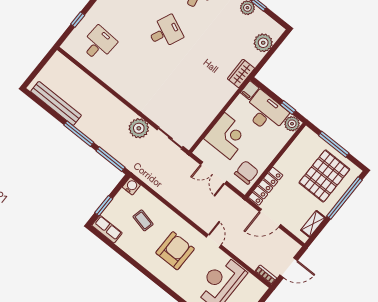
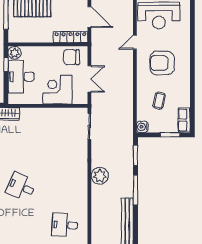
filing cabinet: (250, 90) -> (15, 99), removed
plant: (139, 128) -> (100, 176), moved
window: (110, 159) -> (135, 155), width x0.69

